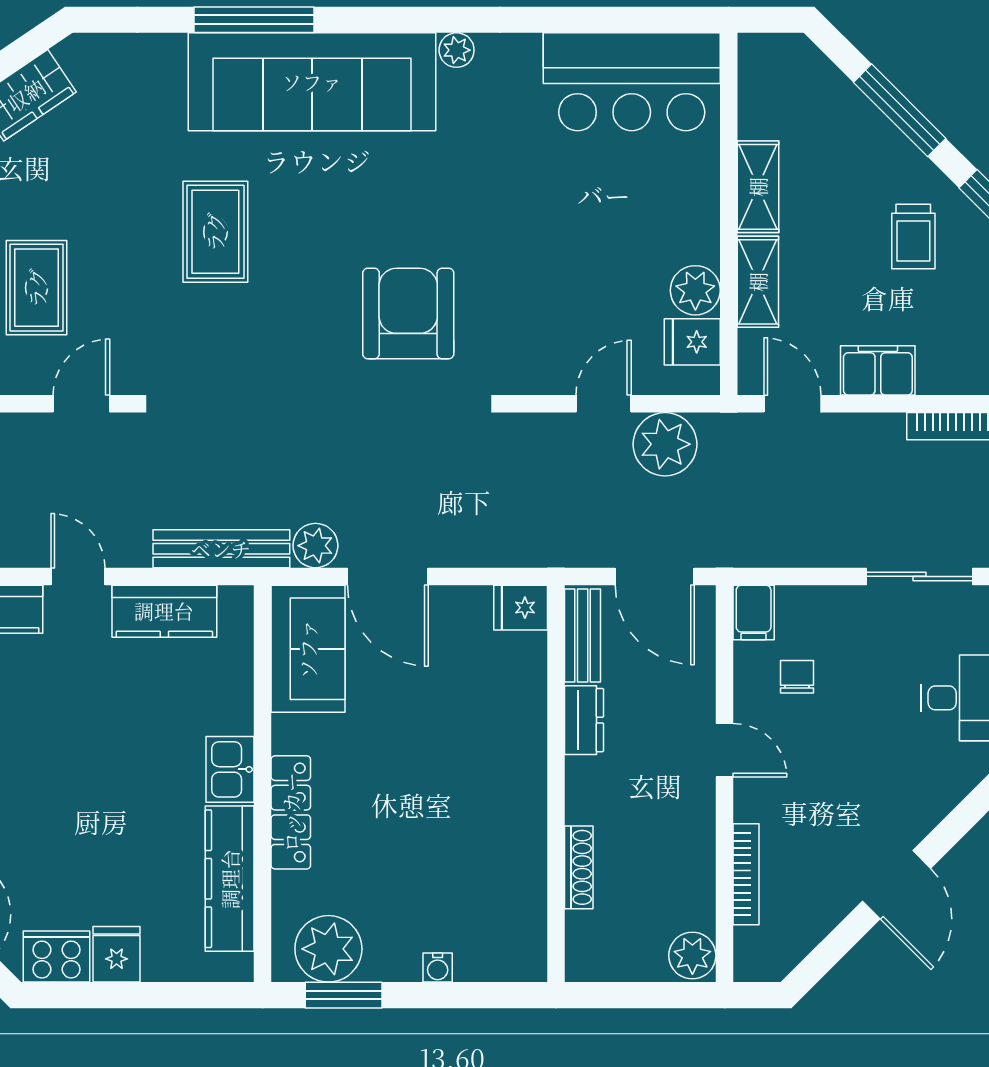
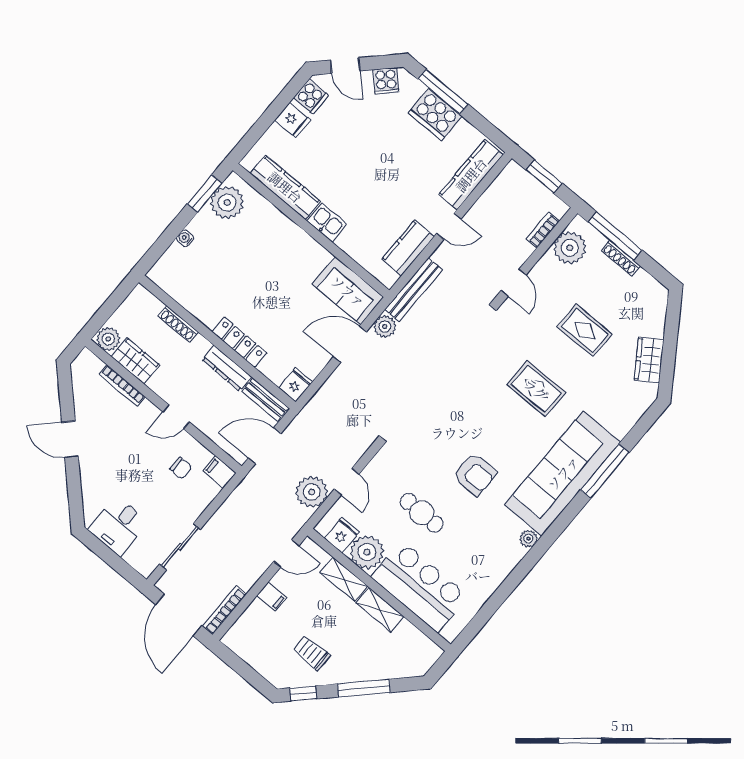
bar counter: (632, 82) -> (420, 587), moved, turned 90
cafe table: (555, 248) -> (422, 513), added
rug: (37, 288) -> (585, 330), moved
plant: (695, 290) -> (367, 552), width x1.36, depth x1.36
armchair: (408, 314) -> (475, 474), moved, width x0.73, depth x0.73
filing cabinet: (878, 370) -> (272, 597), width x0.50
dresser: (584, 720) -> (227, 368), width x1.44
locker: (291, 812) -> (239, 342), moved, turned 180
wardrobe: (691, 885) -> (135, 361), added
cooker: (57, 956) -> (311, 97), width x0.73

